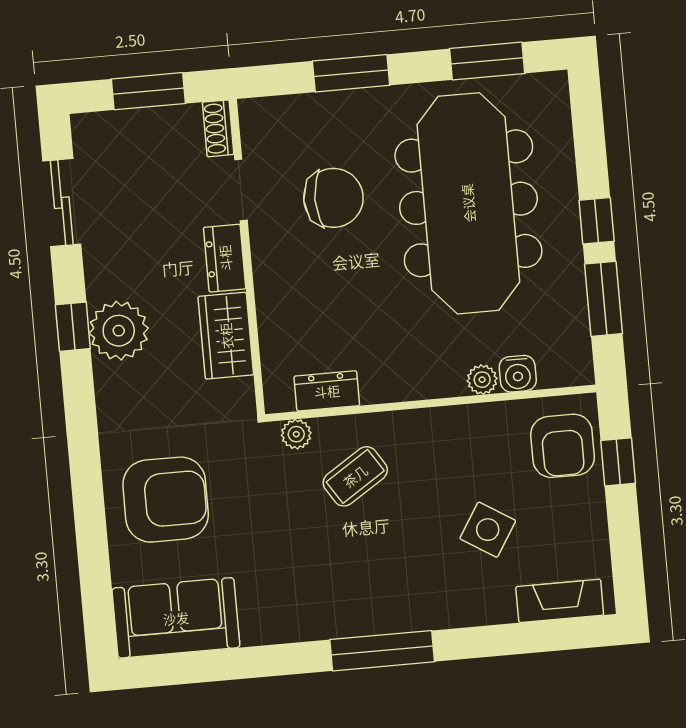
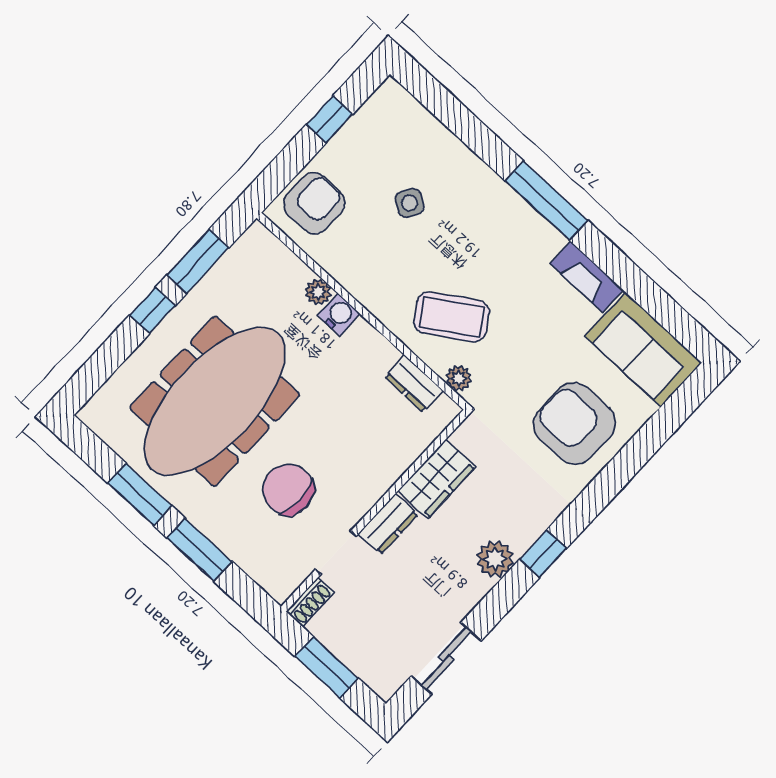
window: (487, 61) -> (140, 494), moved
window: (73, 327) -> (543, 554), moved
plant: (119, 331) -> (495, 559), width x0.73, depth x0.73
water cooler: (518, 374) -> (339, 315), moved
window: (618, 462) -> (329, 119), moved
coffee table: (355, 476) -> (452, 317), width x1.36, depth x1.30
side table: (488, 530) -> (410, 203), width x0.73, depth x0.73
fireplace: (560, 601) -> (587, 277), moved

